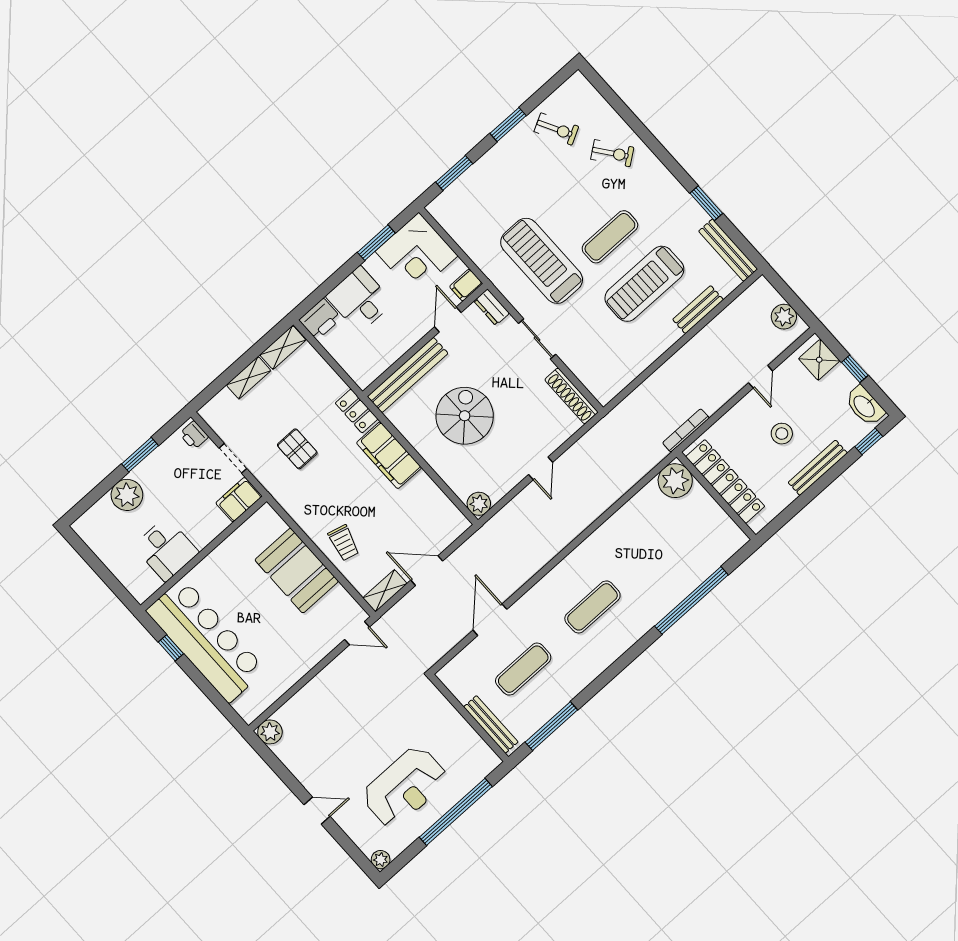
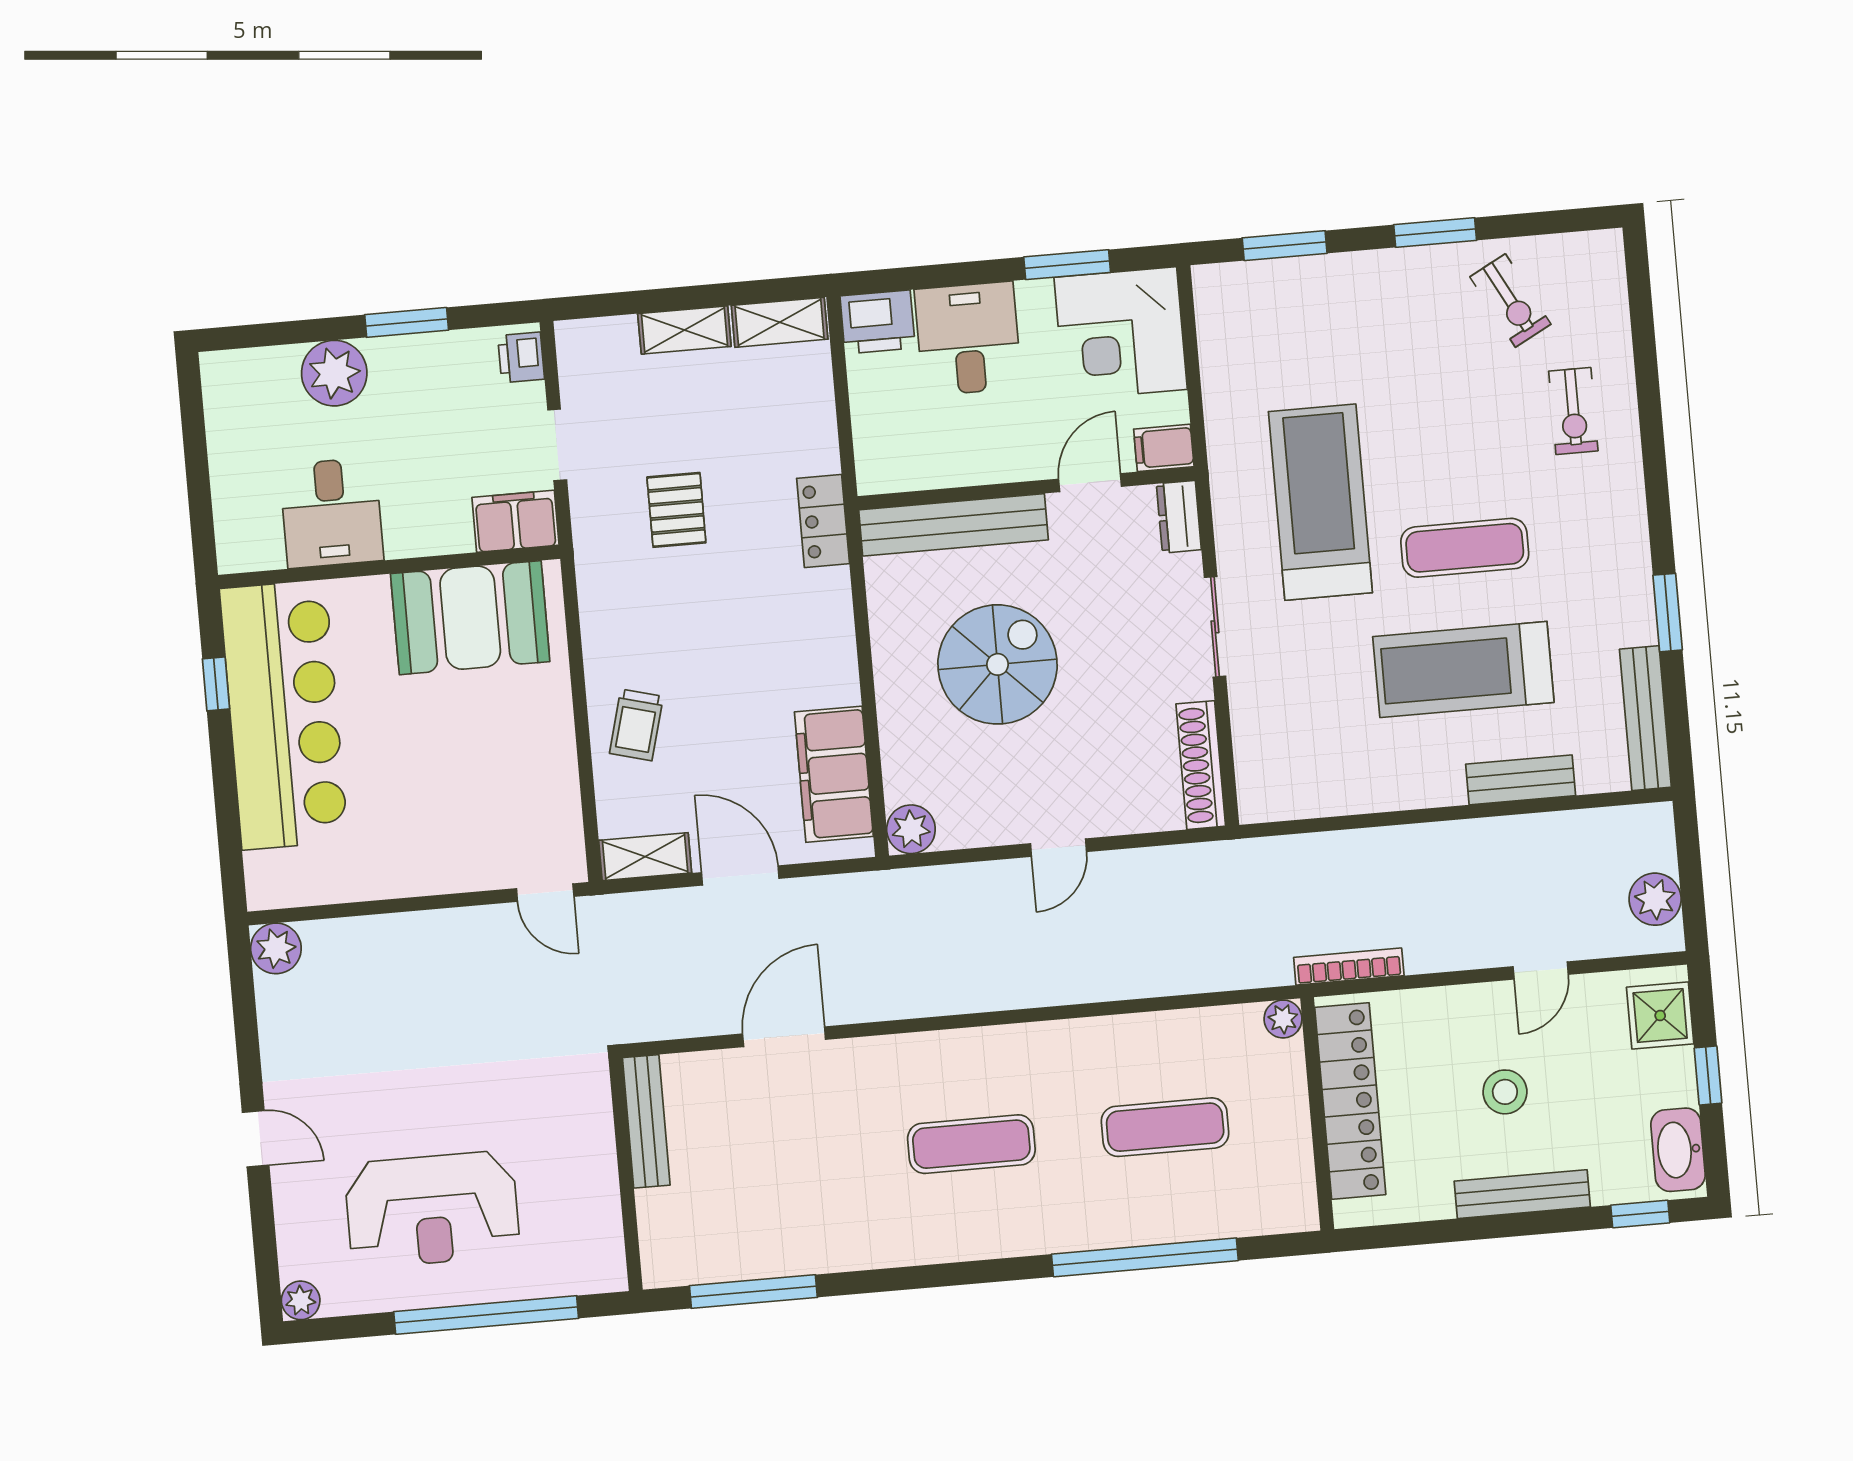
exercise bike: (612, 153) -> (1573, 411), turned 37
filing cabinet: (389, 455) -> (834, 774), moved
plant: (675, 481) -> (1283, 1019), width x0.53, depth x0.53
booth: (297, 571) -> (470, 618), moved, turned 90
exercise mat: (523, 669) -> (1165, 1127), moved
bench: (491, 724) -> (646, 1121), moved

